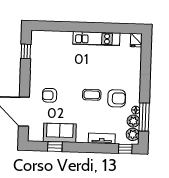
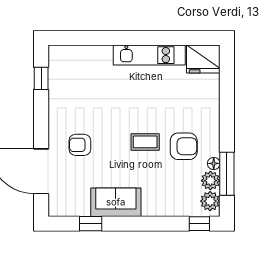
fridge: (136, 40) -> (203, 59), width x1.88, depth x1.34
sofa: (60, 133) -> (116, 202), moved
tv unit: (102, 138) -> (163, 209), removed

